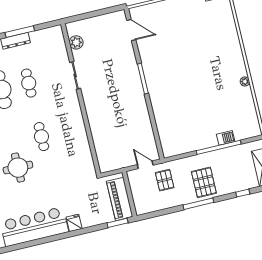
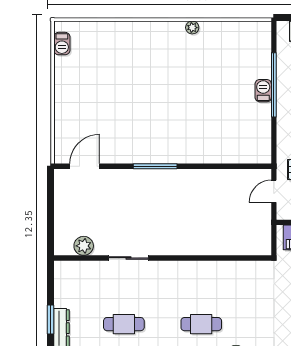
window: (20, 32) -> (50, 320), width x0.69
barbecue: (226, 138) -> (263, 91), moved

